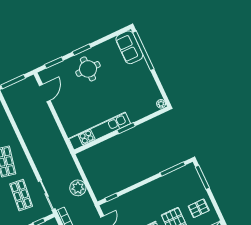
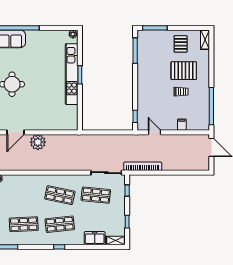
door: (45, 93) -> (16, 132), swing flipped
kitchen unit: (100, 131) -> (72, 74), moved
plant: (78, 188) -> (38, 142), moved

